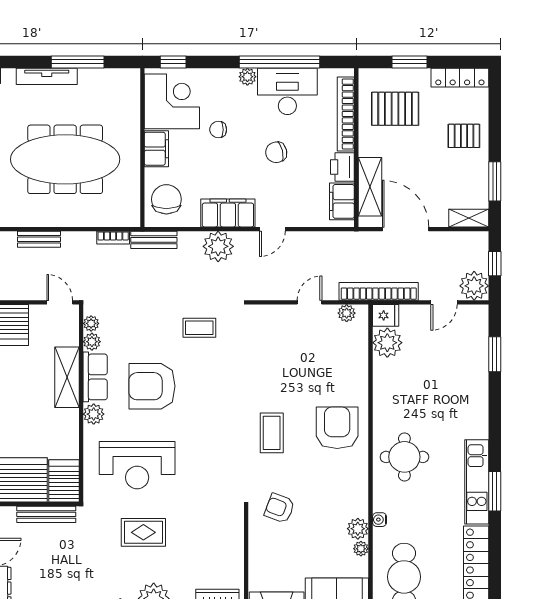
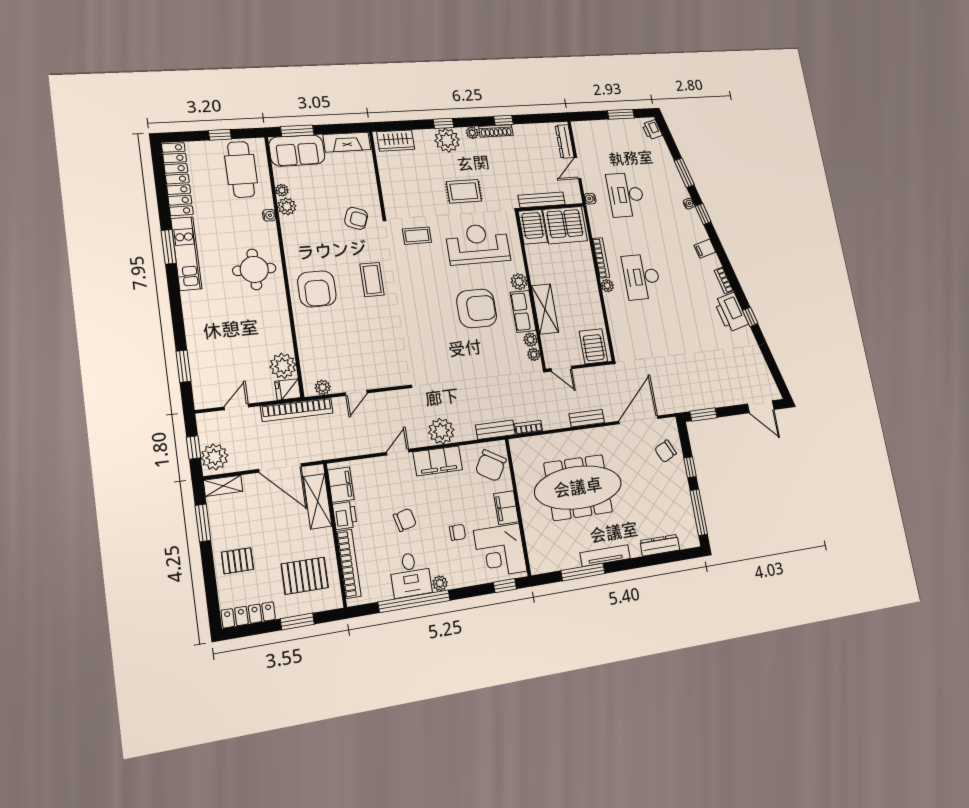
desk: (287, 91) -> (410, 575), width x0.73
chair: (166, 199) -> (491, 466), turned 31
plant: (474, 286) -> (214, 457), moved
coffee table: (199, 328) -> (417, 236), moved

